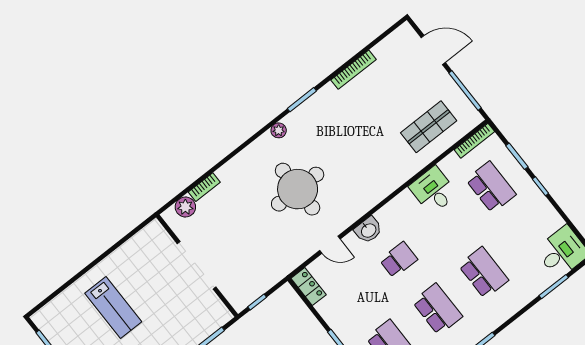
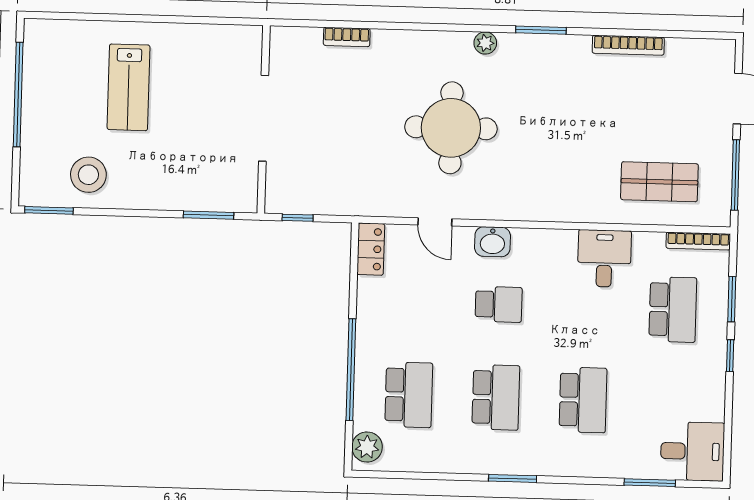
plant: (185, 207) -> (306, 41), removed

